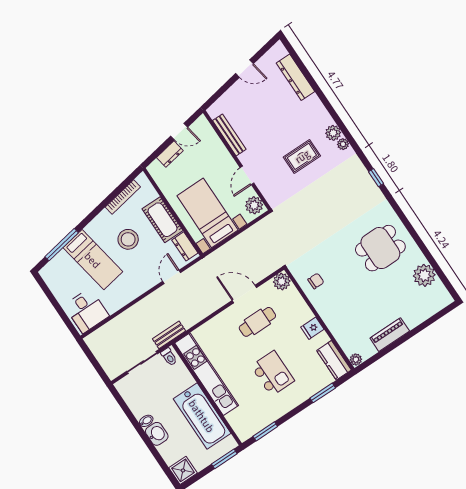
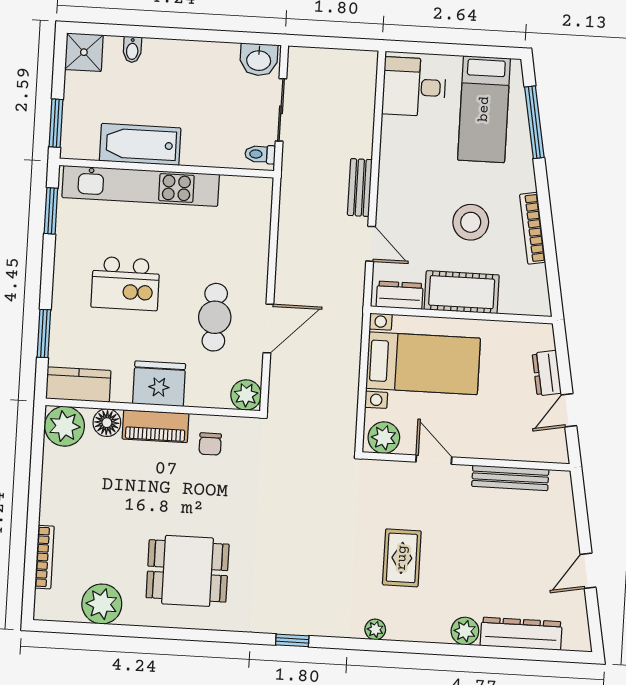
plant: (333, 133) -> (465, 631), moved
bookcase: (123, 197) -> (533, 228), moved
dining table: (380, 248) -> (188, 571), turned 90
bed: (93, 260) -> (484, 109), moved, turned -80
bookcase: (423, 317) -> (44, 557), added
fridge: (312, 328) -> (159, 384), width x1.88, depth x1.34
bench: (169, 335) -> (360, 188), moved
floor lamp: (341, 335) -> (107, 423), added
piano: (390, 335) -> (156, 426), moved, turned 90
plant: (356, 360) -> (65, 426), width x1.88, depth x1.88
kitchen unit: (207, 374) -> (141, 186), moved
bathtub: (202, 416) -> (140, 144), width x0.73, depth x0.73
bidet: (146, 421) -> (132, 50), moved
washbasin: (157, 434) -> (259, 60), moved

